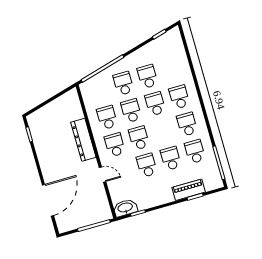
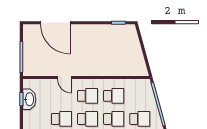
dresser: (83, 140) -> (100, 69), removed
door: (102, 175) -> (64, 77), hinge flipped
washbasin: (125, 208) -> (29, 99), moved

